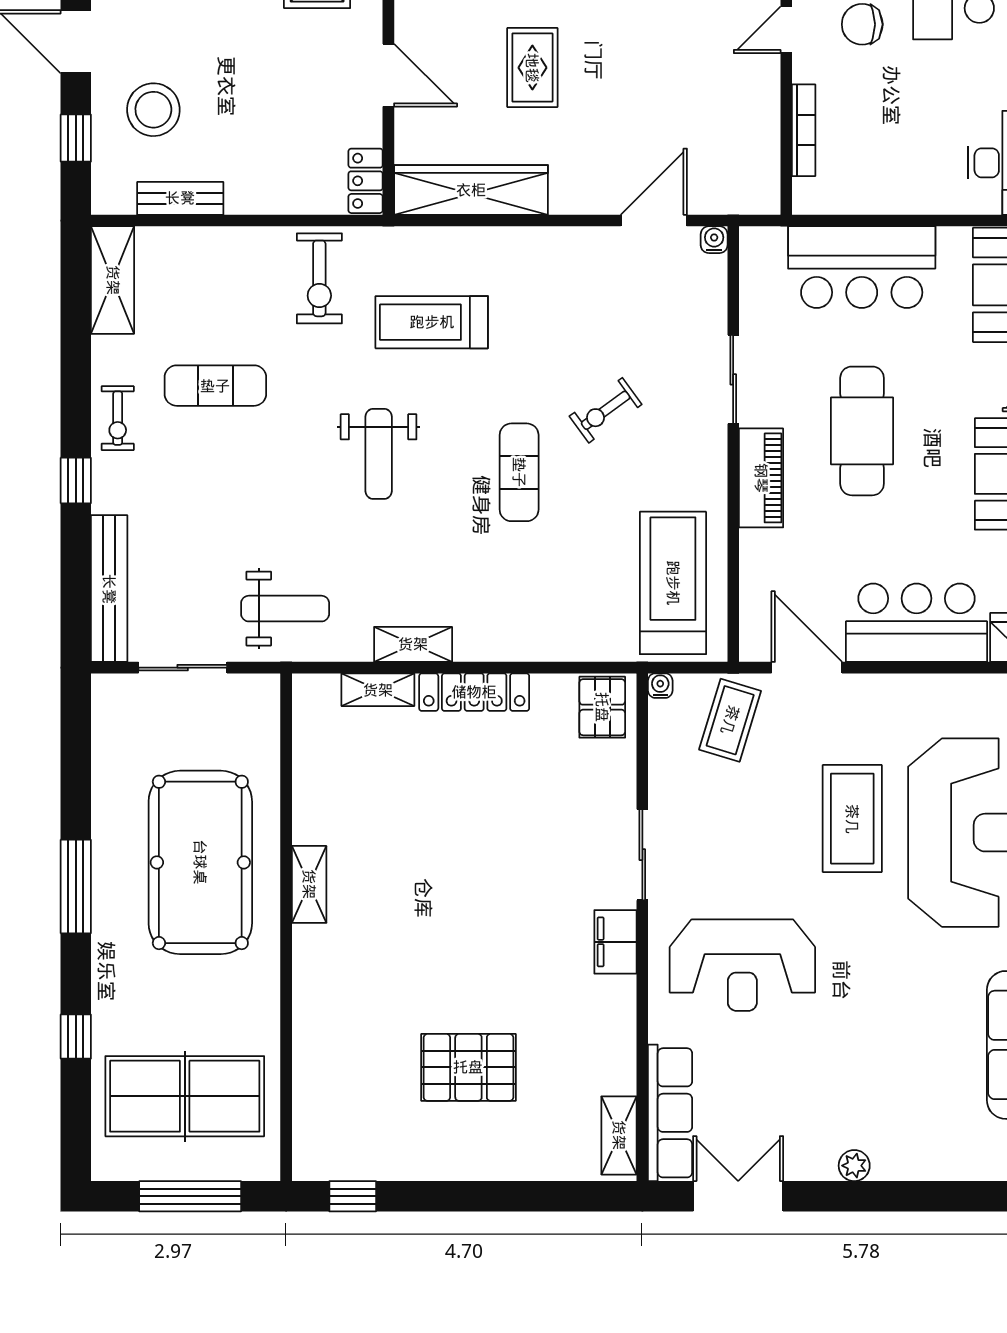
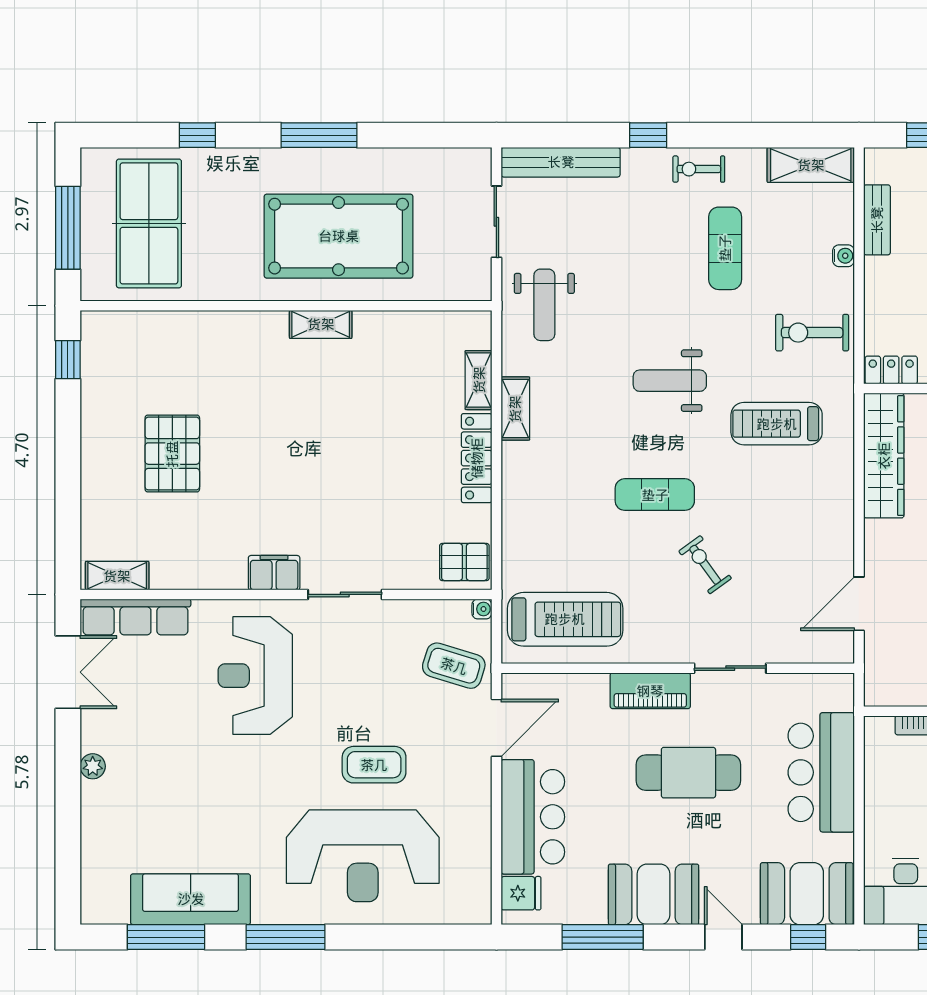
door: (654, 221) -> (859, 604), swing flipped
water cooler: (714, 240) -> (843, 256), moved
treadmill: (432, 322) -> (777, 424), turned -90
coffee table: (852, 819) -> (374, 765), width x0.73, depth x0.76

